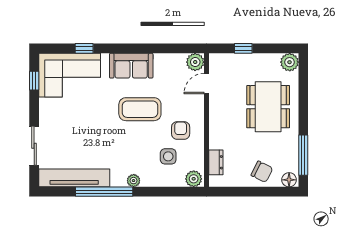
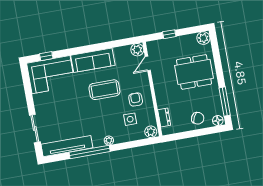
window: (84, 48) -> (46, 56), moved
sofa: (131, 66) -> (93, 60), width x1.36
window: (34, 81) -> (27, 83), removed
dining table: (268, 107) -> (194, 72), turned 90

